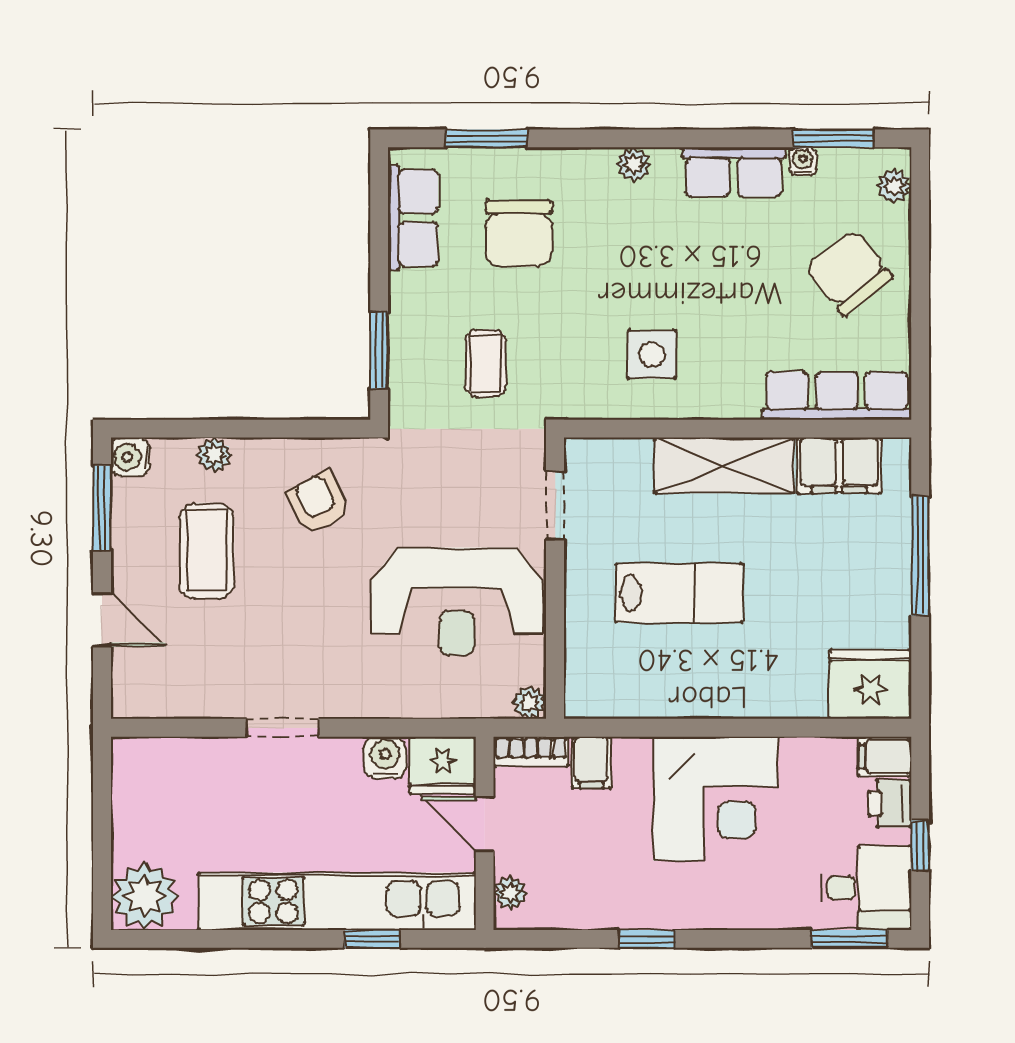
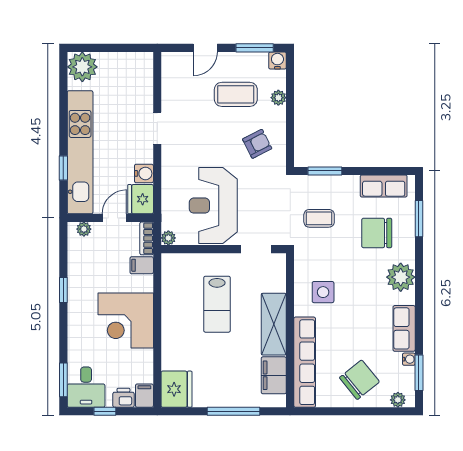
plant: (633, 165) -> (401, 277), width x1.88, depth x1.88
row of seats: (837, 396) -> (305, 362), width x1.36

